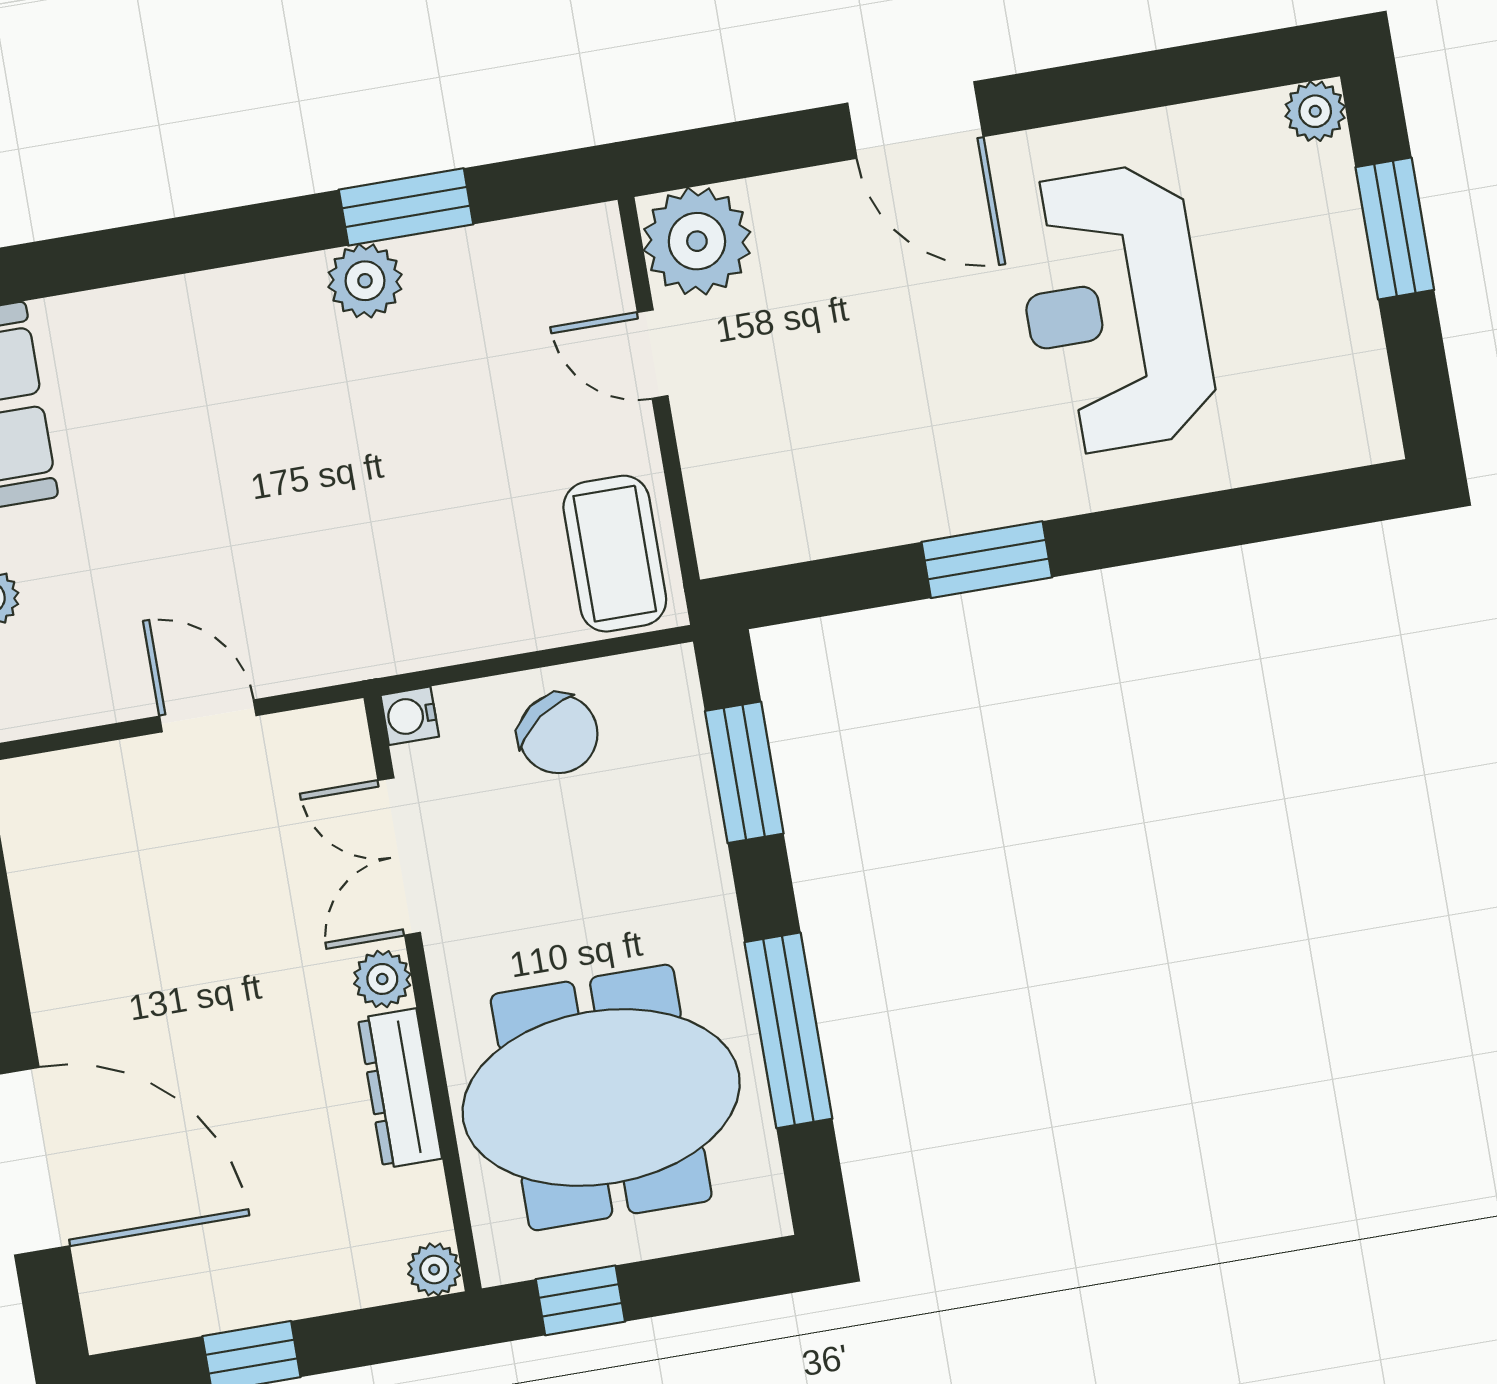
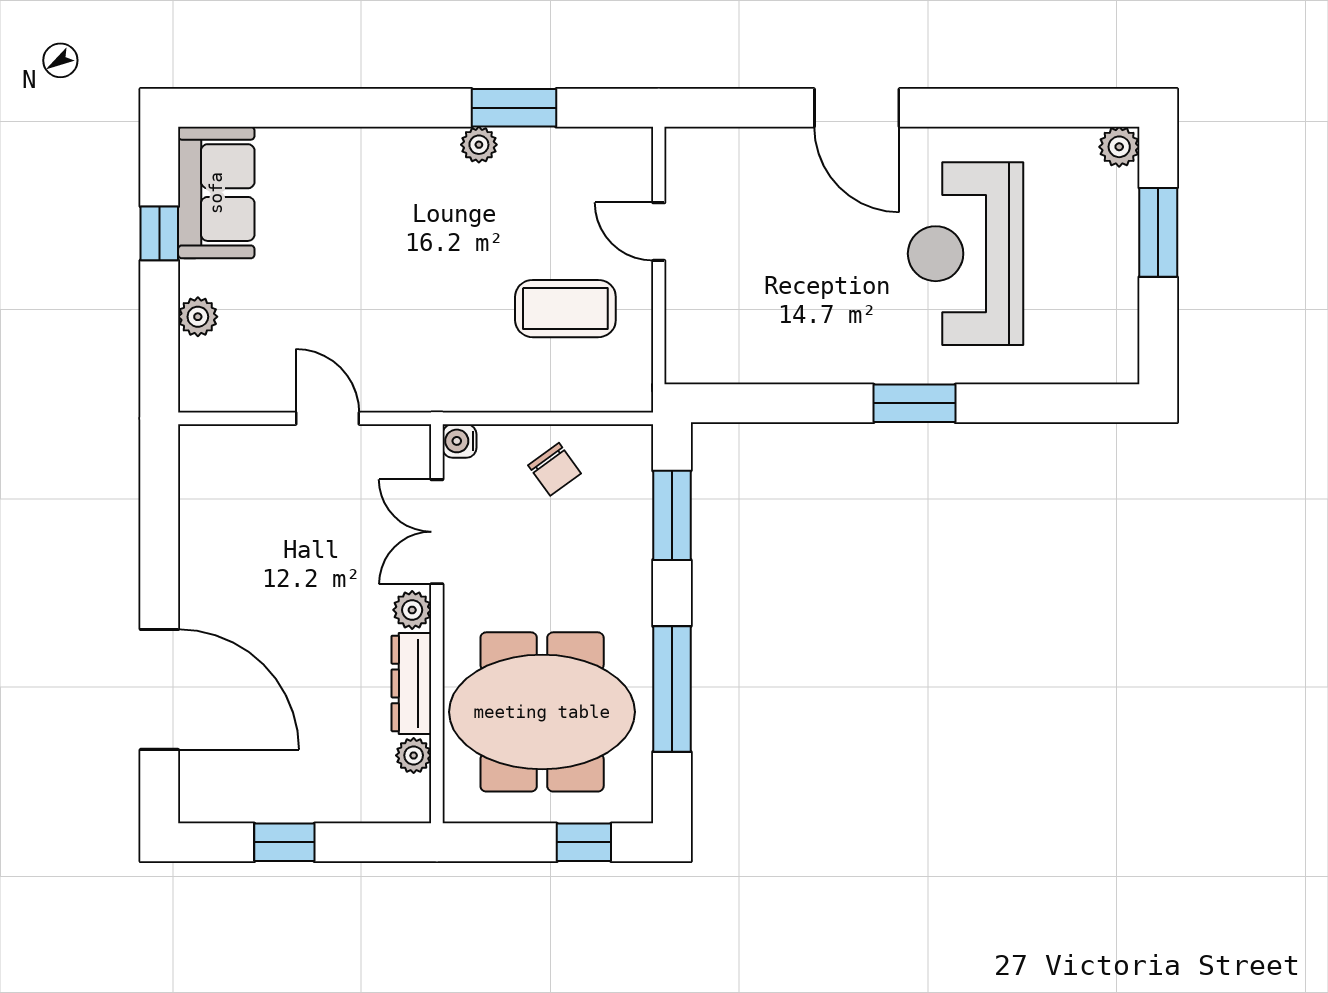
plant: (697, 241) -> (700, 163), removed
plant: (365, 281) -> (479, 145), width x0.73, depth x0.73
coffee table: (615, 554) -> (565, 309), moved, turned 90
window: (987, 560) -> (915, 403), moved
chair: (558, 734) -> (555, 469), width x0.73, depth x0.73
plant: (434, 1270) -> (414, 755), moved
window: (580, 1300) -> (584, 842), moved

